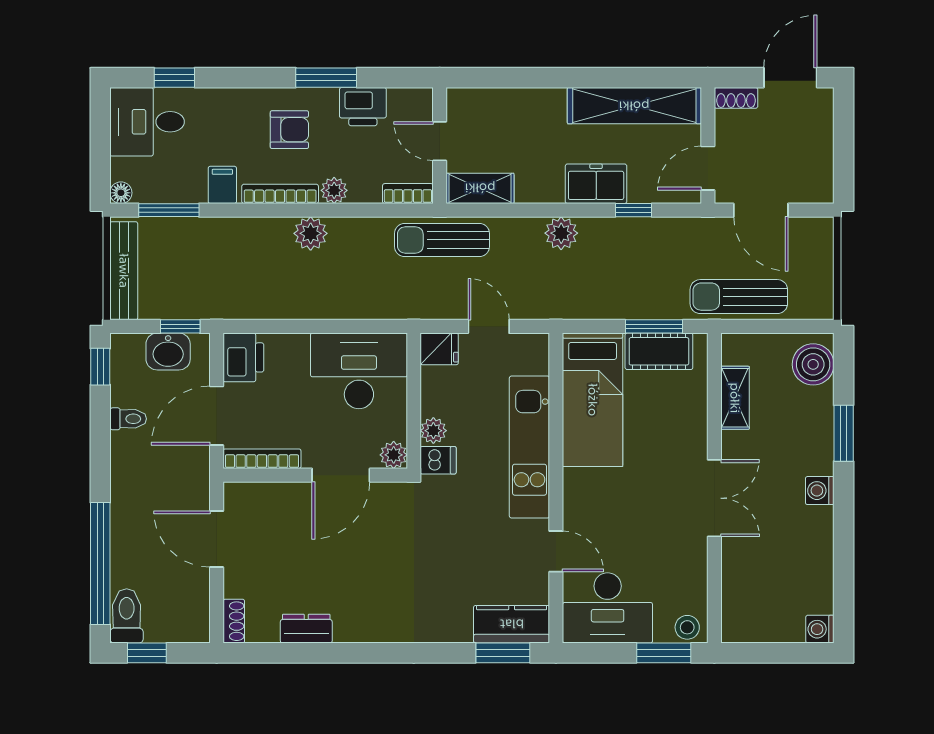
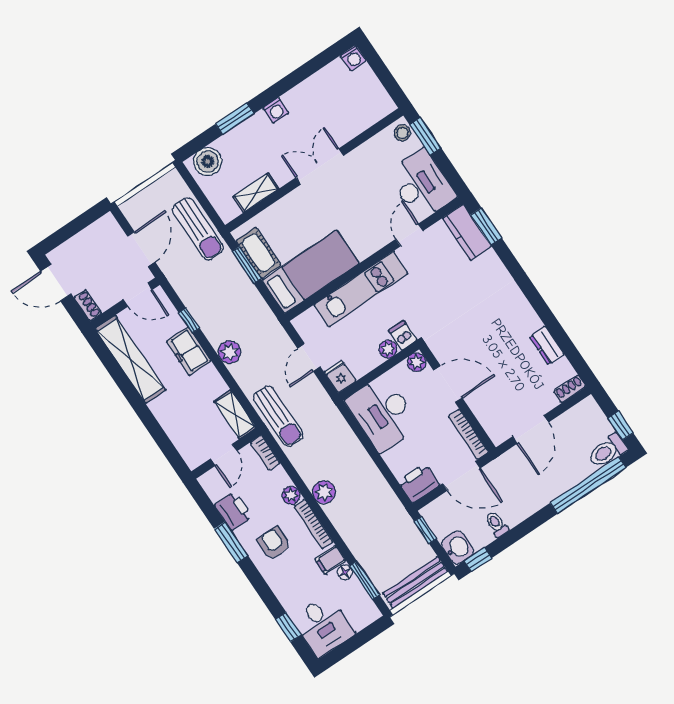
floor lamp: (121, 193) -> (345, 572), moved
washbasin: (168, 352) -> (457, 548), moved

